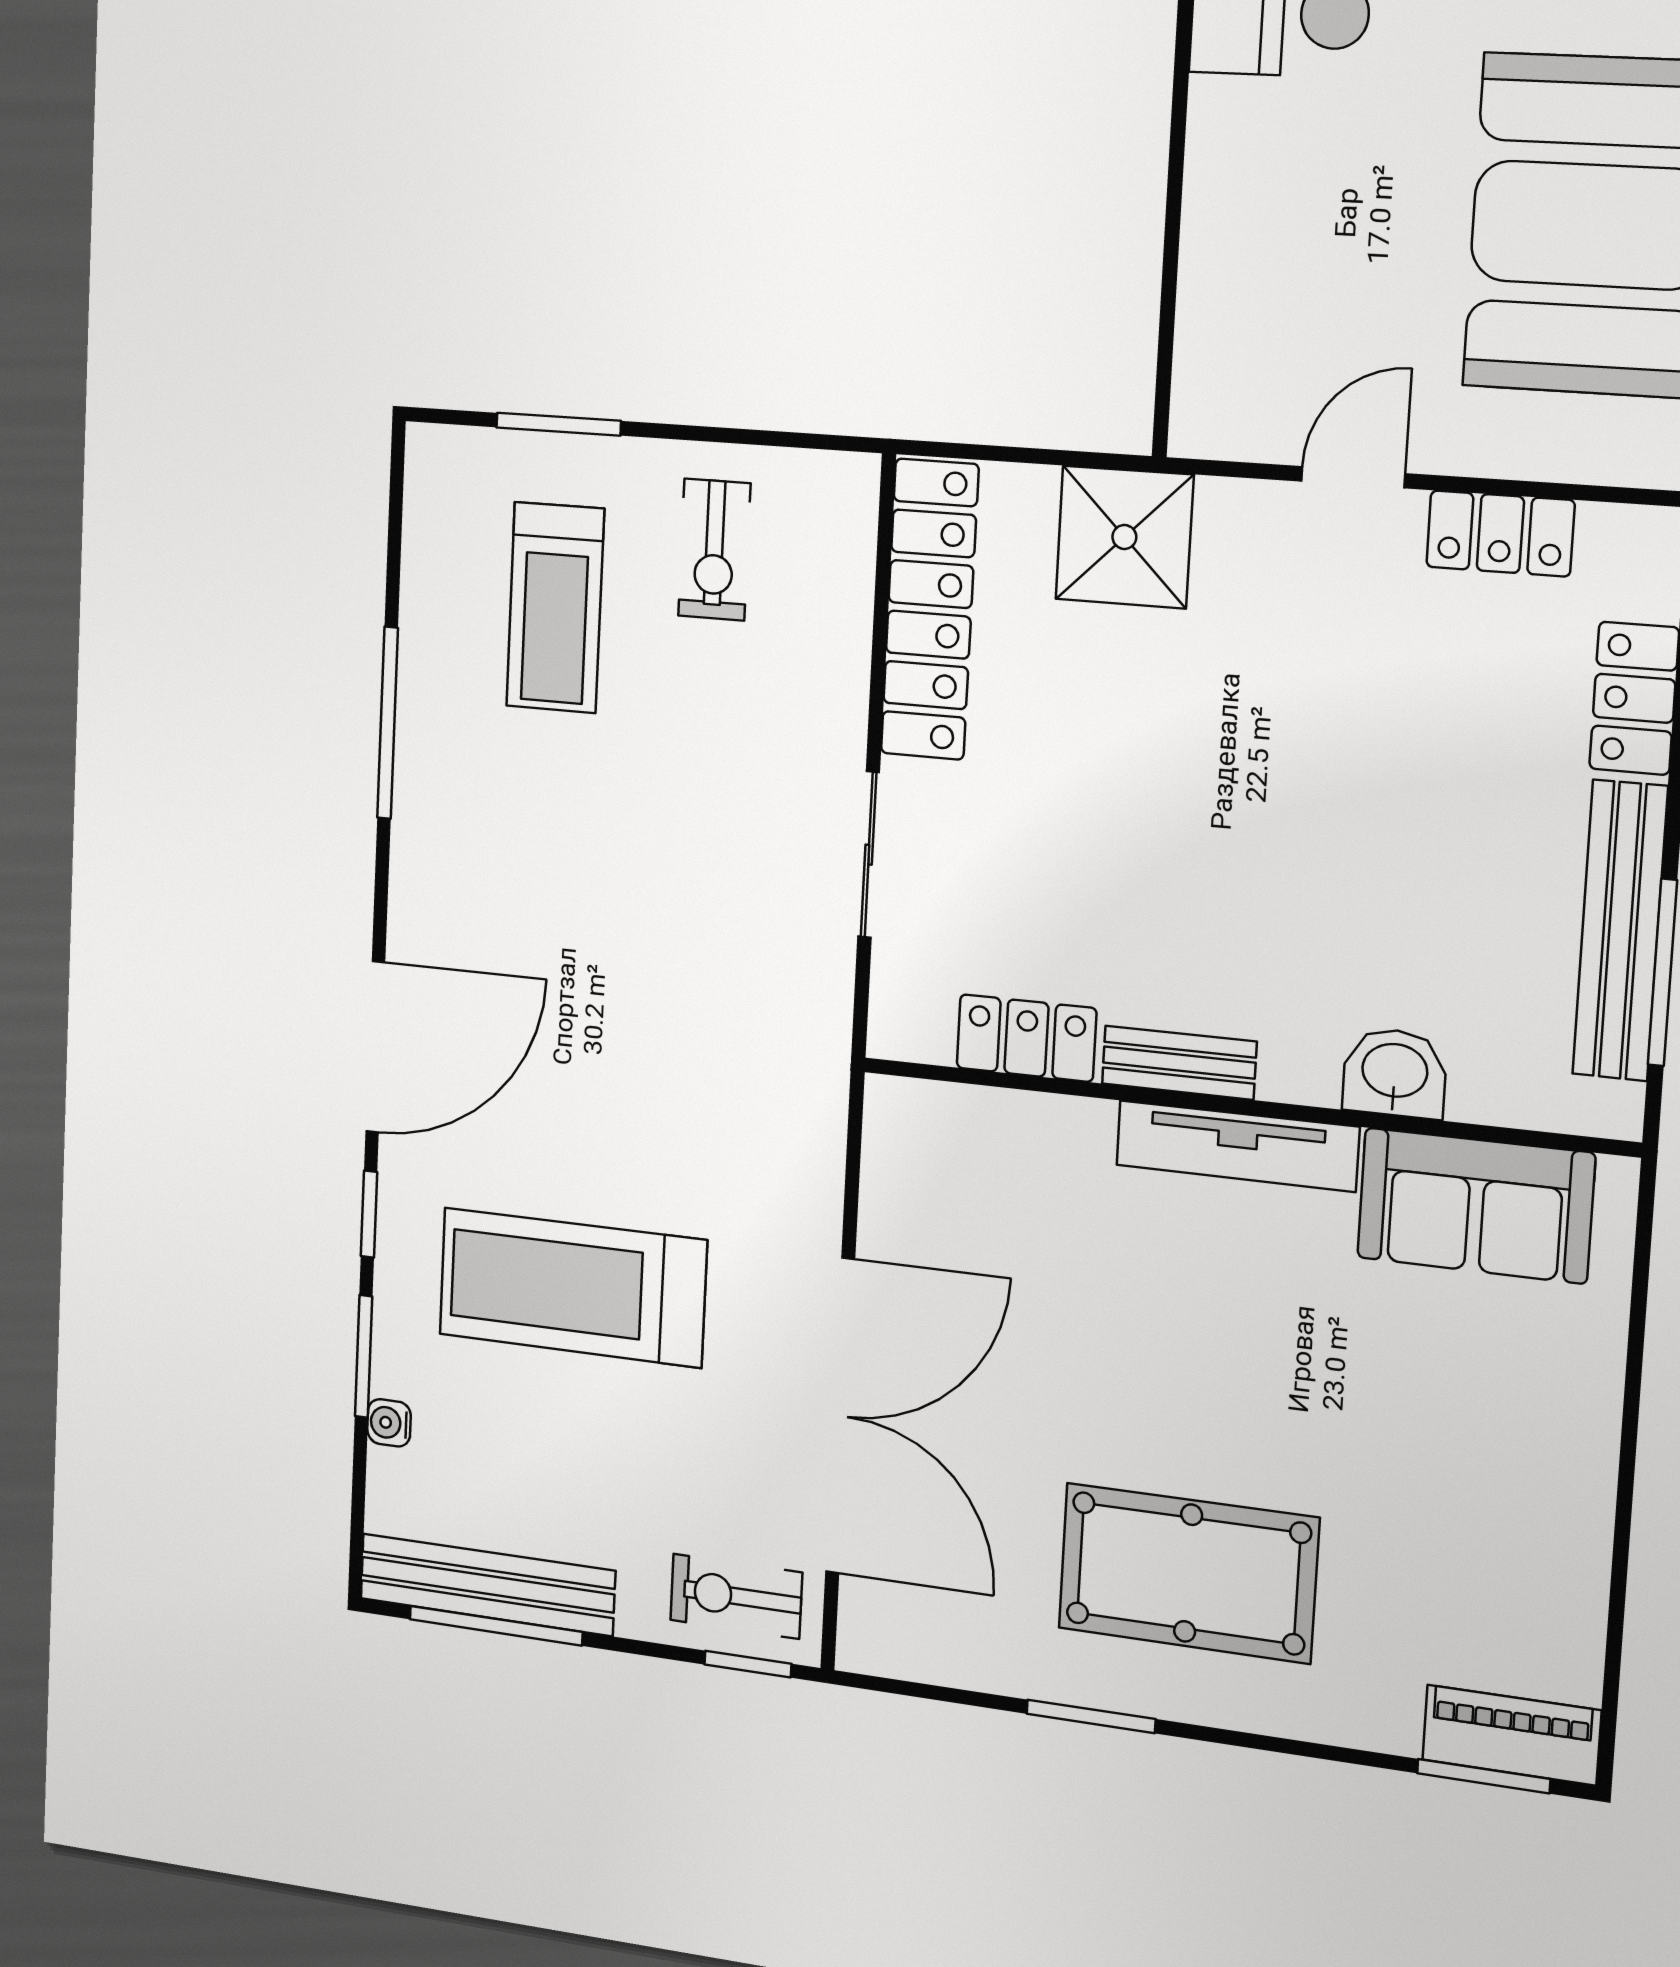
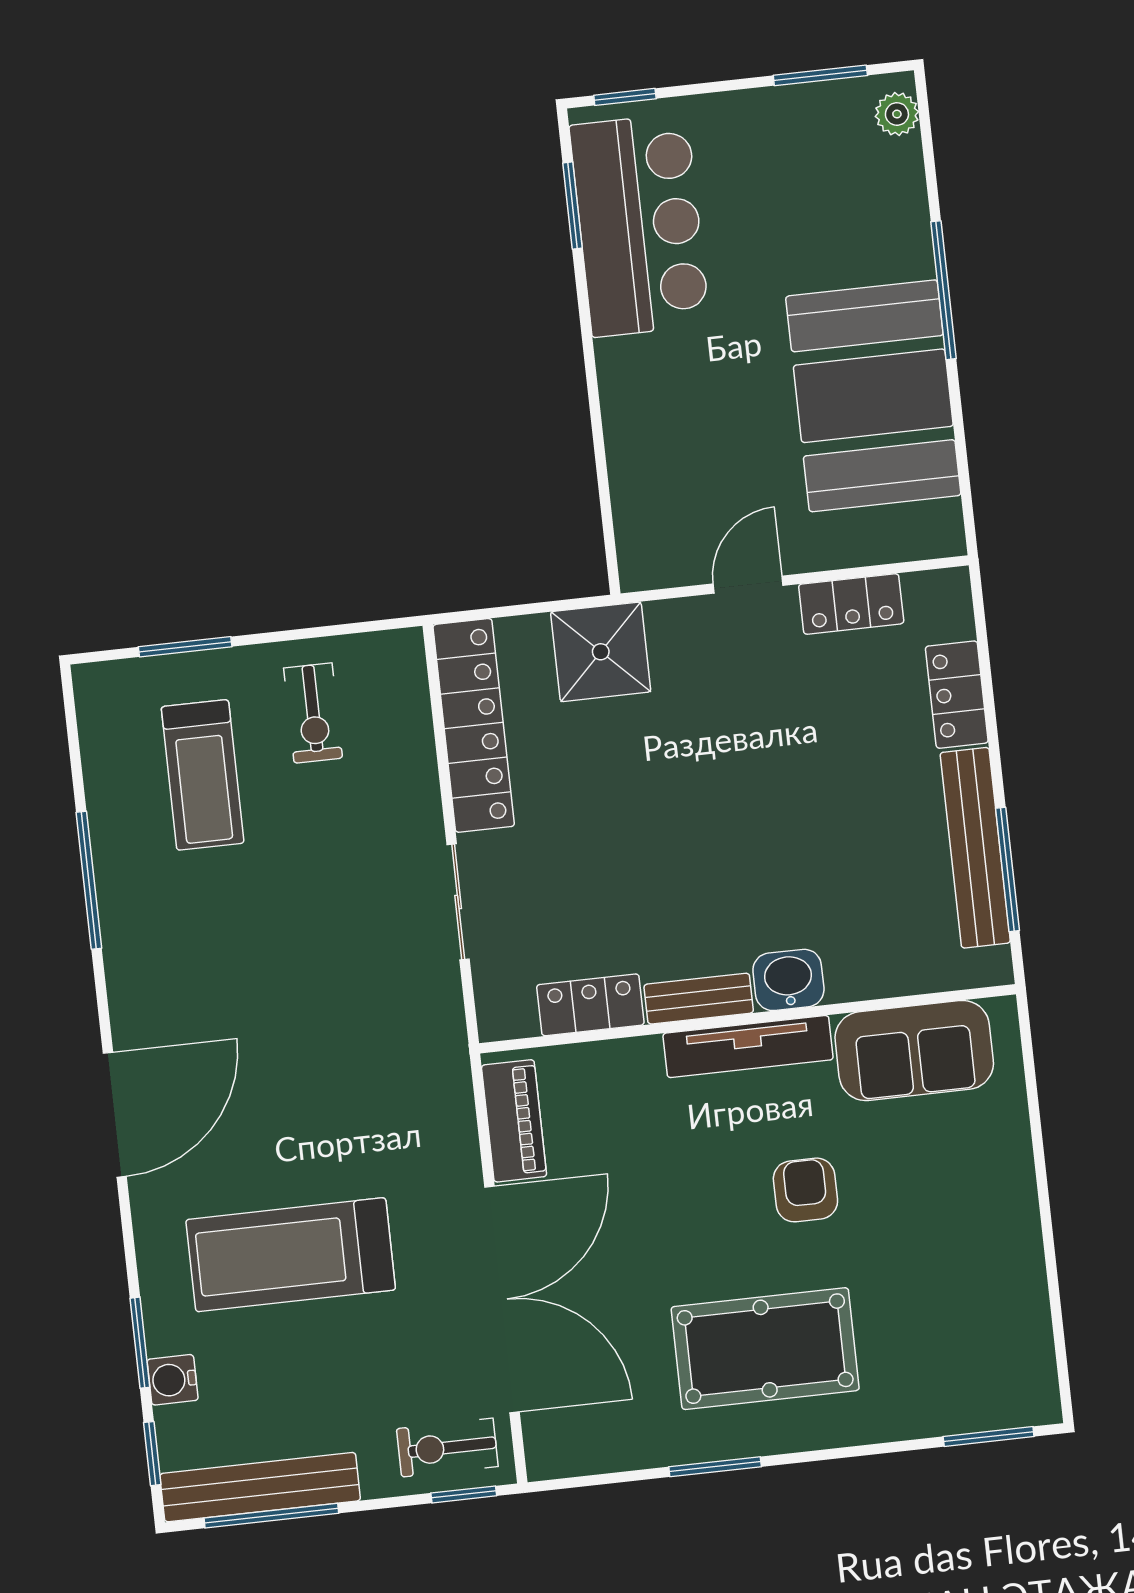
washbasin: (1395, 1073) -> (788, 980), moved
window: (369, 1214) -> (152, 1454), moved
armchair: (1283, 1367) -> (805, 1190), added
water cooler: (389, 1423) -> (173, 1380), width x1.38, depth x1.38
piano: (1511, 1735) -> (514, 1121), moved, turned 90

